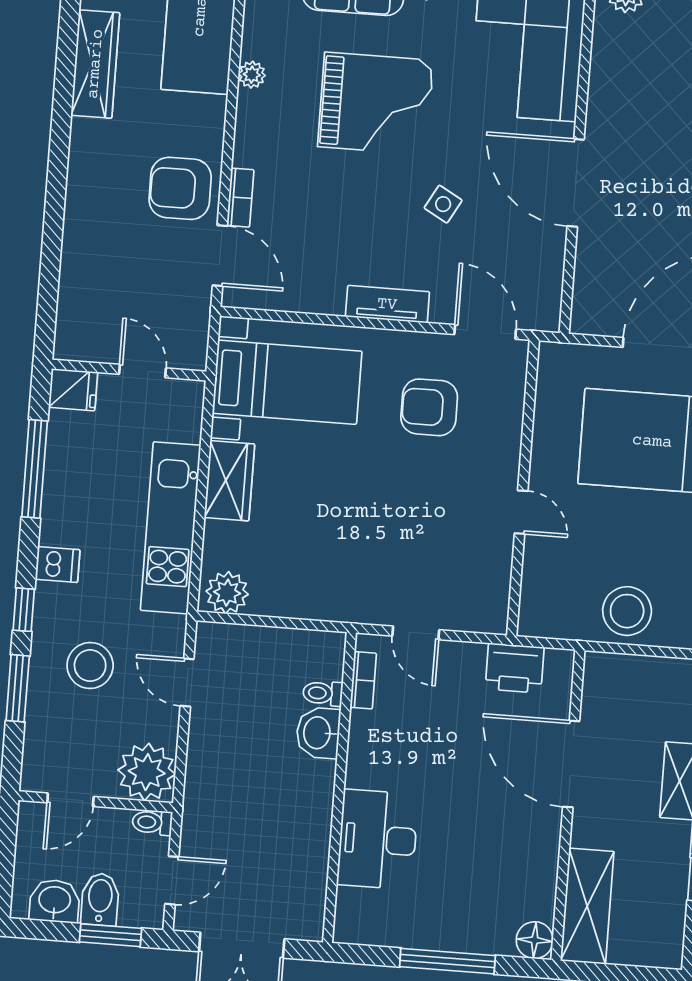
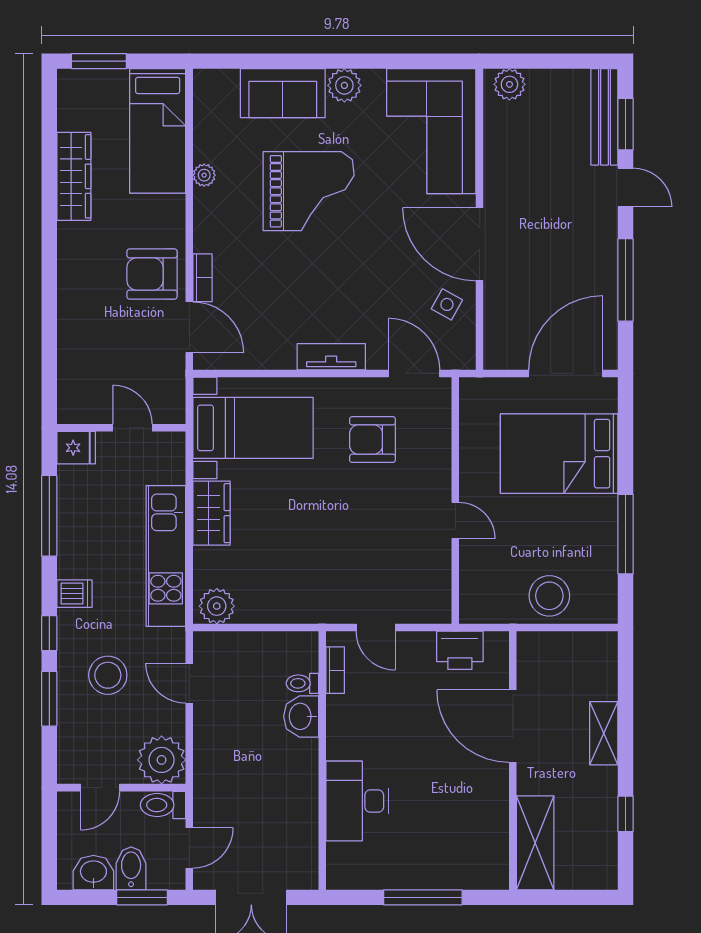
side table: (443, 204) -> (447, 304), moved
toilet: (152, 822) -> (163, 805), width x1.37, depth x1.39
floor lamp: (535, 940) -> (494, 874), removed

